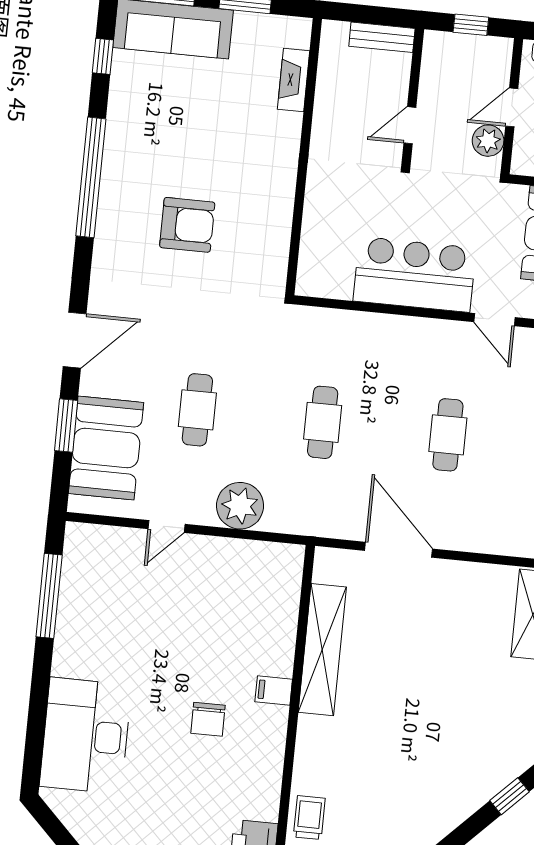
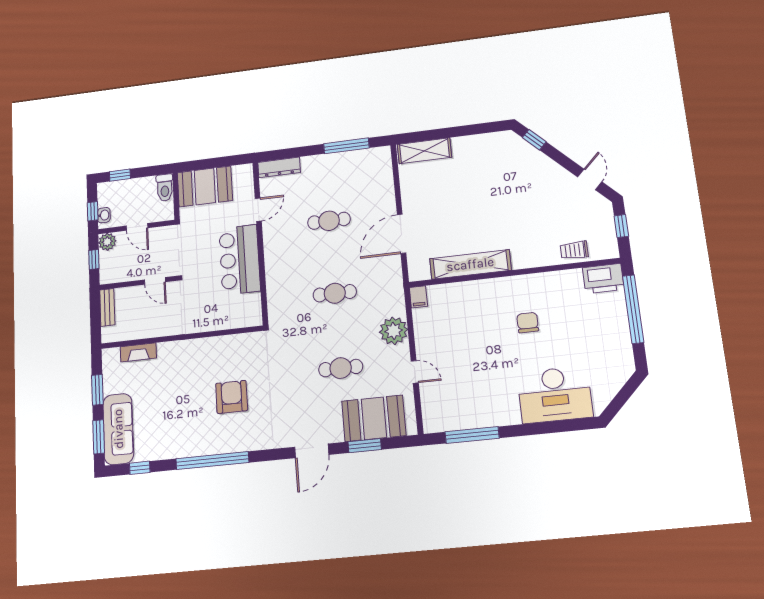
plant: (488, 141) -> (107, 242), moved
door: (75, 340) -> (312, 451), swing flipped
filing cabinet: (274, 690) -> (418, 297), moved
chair: (208, 719) -> (528, 323), turned -90

